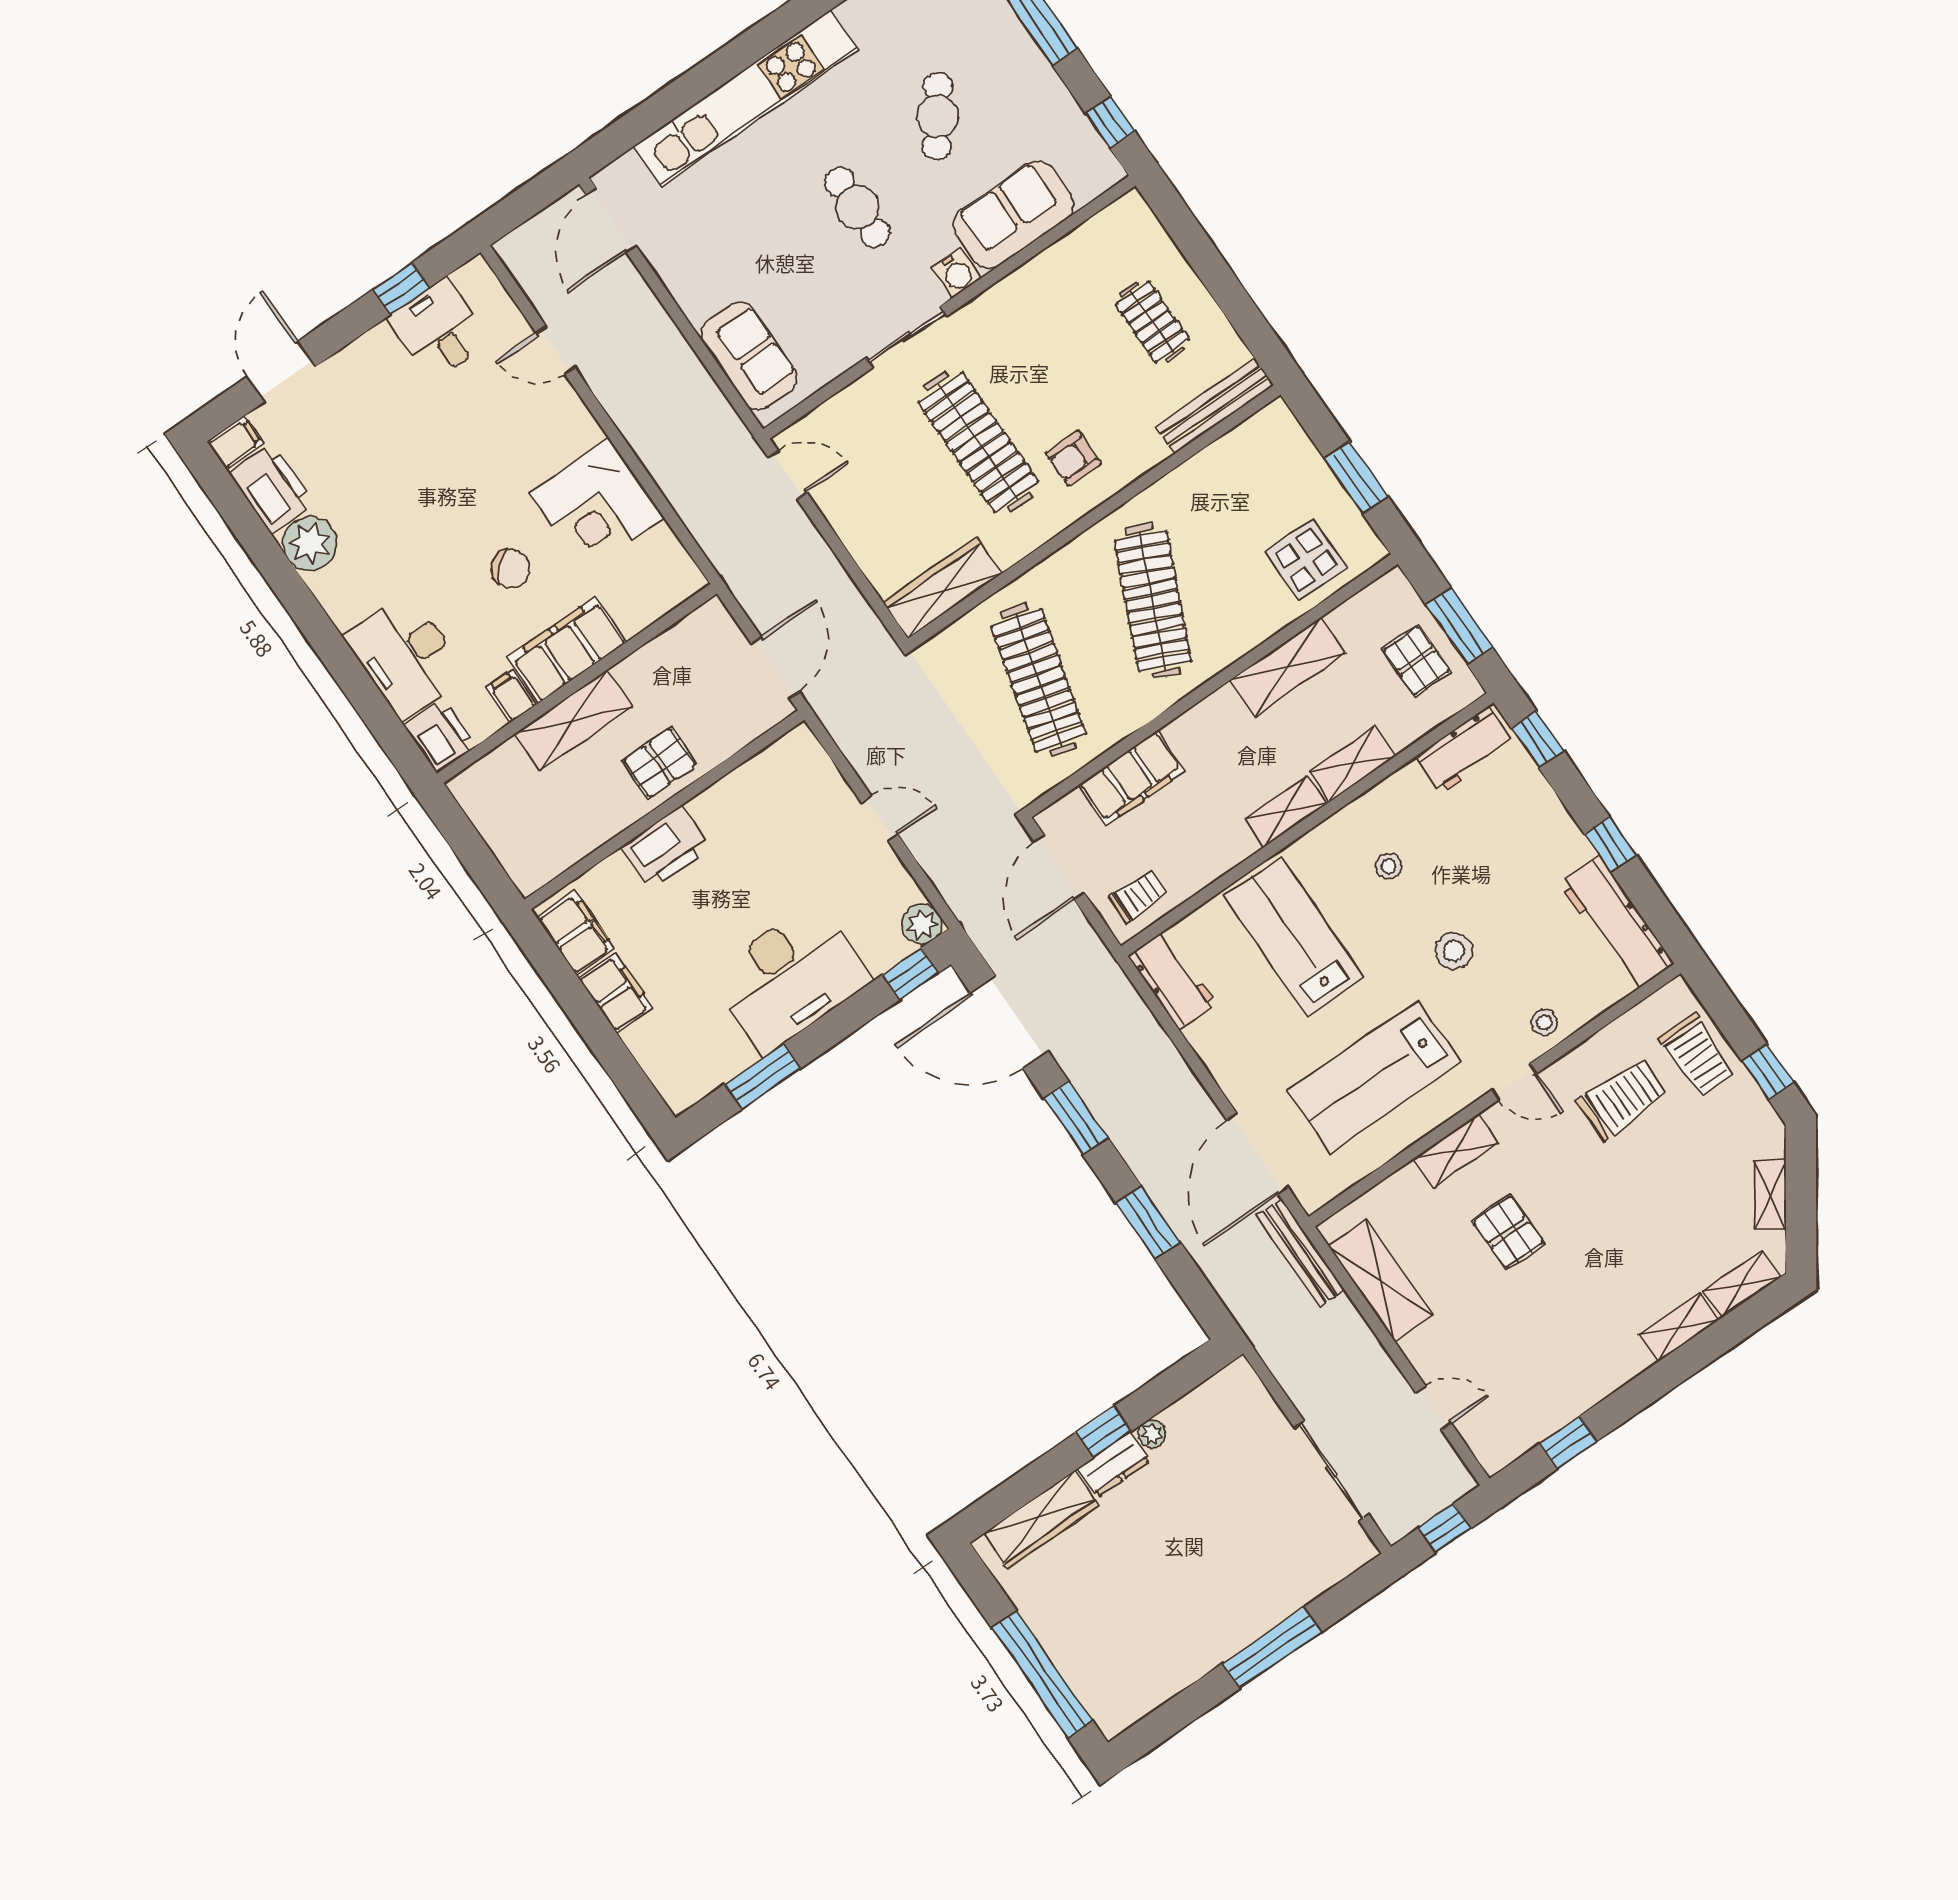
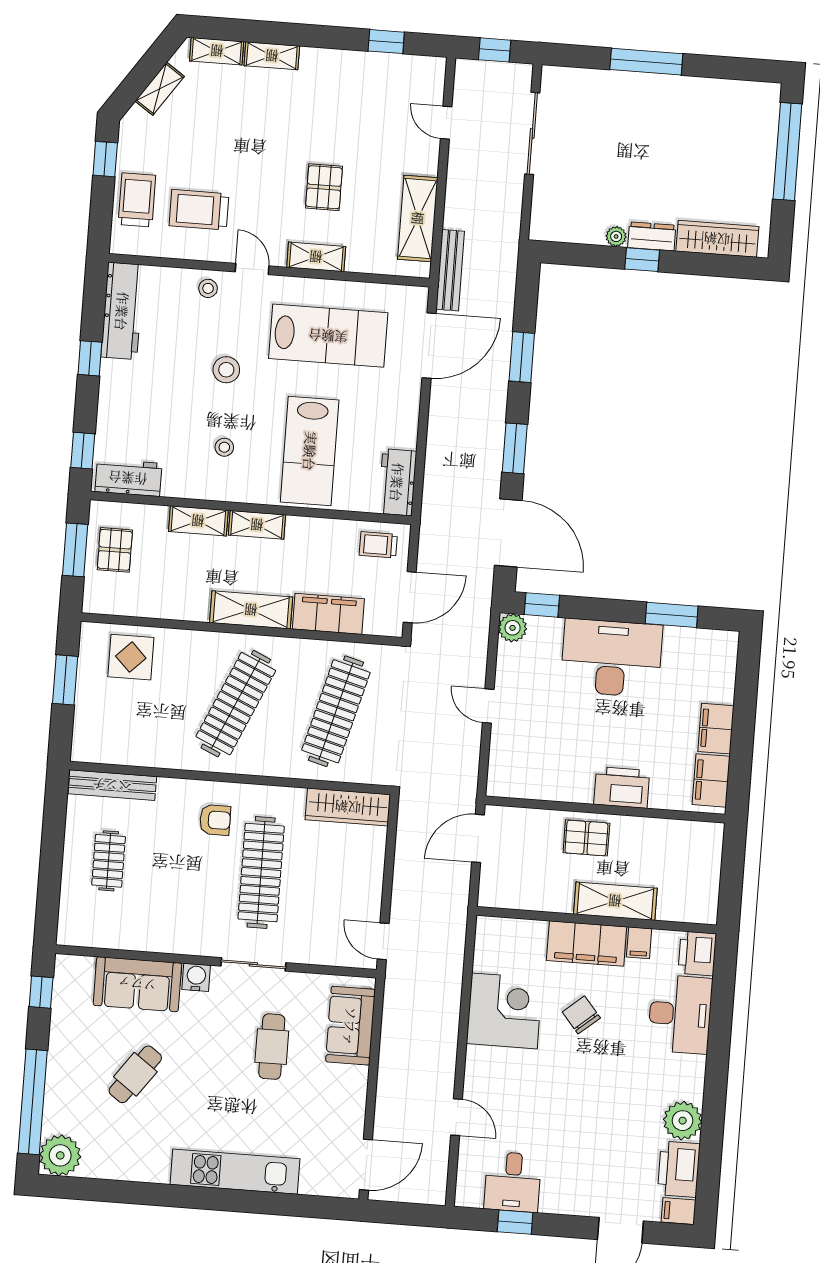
kitchen unit: (746, 98) -> (235, 1172), width x0.73
cafe table: (857, 207) -> (272, 1047), moved
shelving: (1288, 667) -> (251, 610), moved

